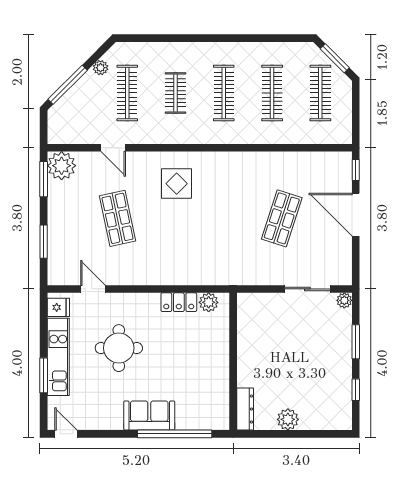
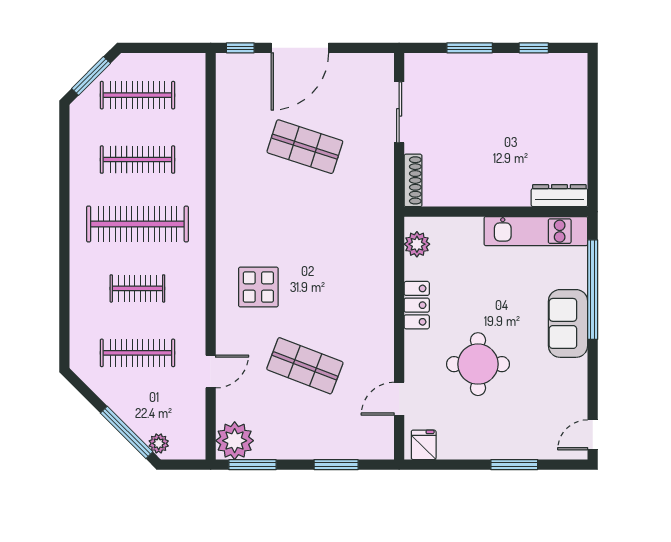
plant: (101, 68) -> (159, 443), moved
clothes rail: (224, 93) -> (137, 224), width x1.37, depth x1.31
shop shelf: (118, 218) -> (305, 366), turned 33
shoe rack: (256, 299) -> (413, 180), added
plant: (344, 300) -> (414, 63), removed
locker: (179, 302) -> (417, 305), moved
kitchen unit: (58, 357) -> (536, 231), moved, turned 180
plant: (288, 419) -> (573, 138), removed

